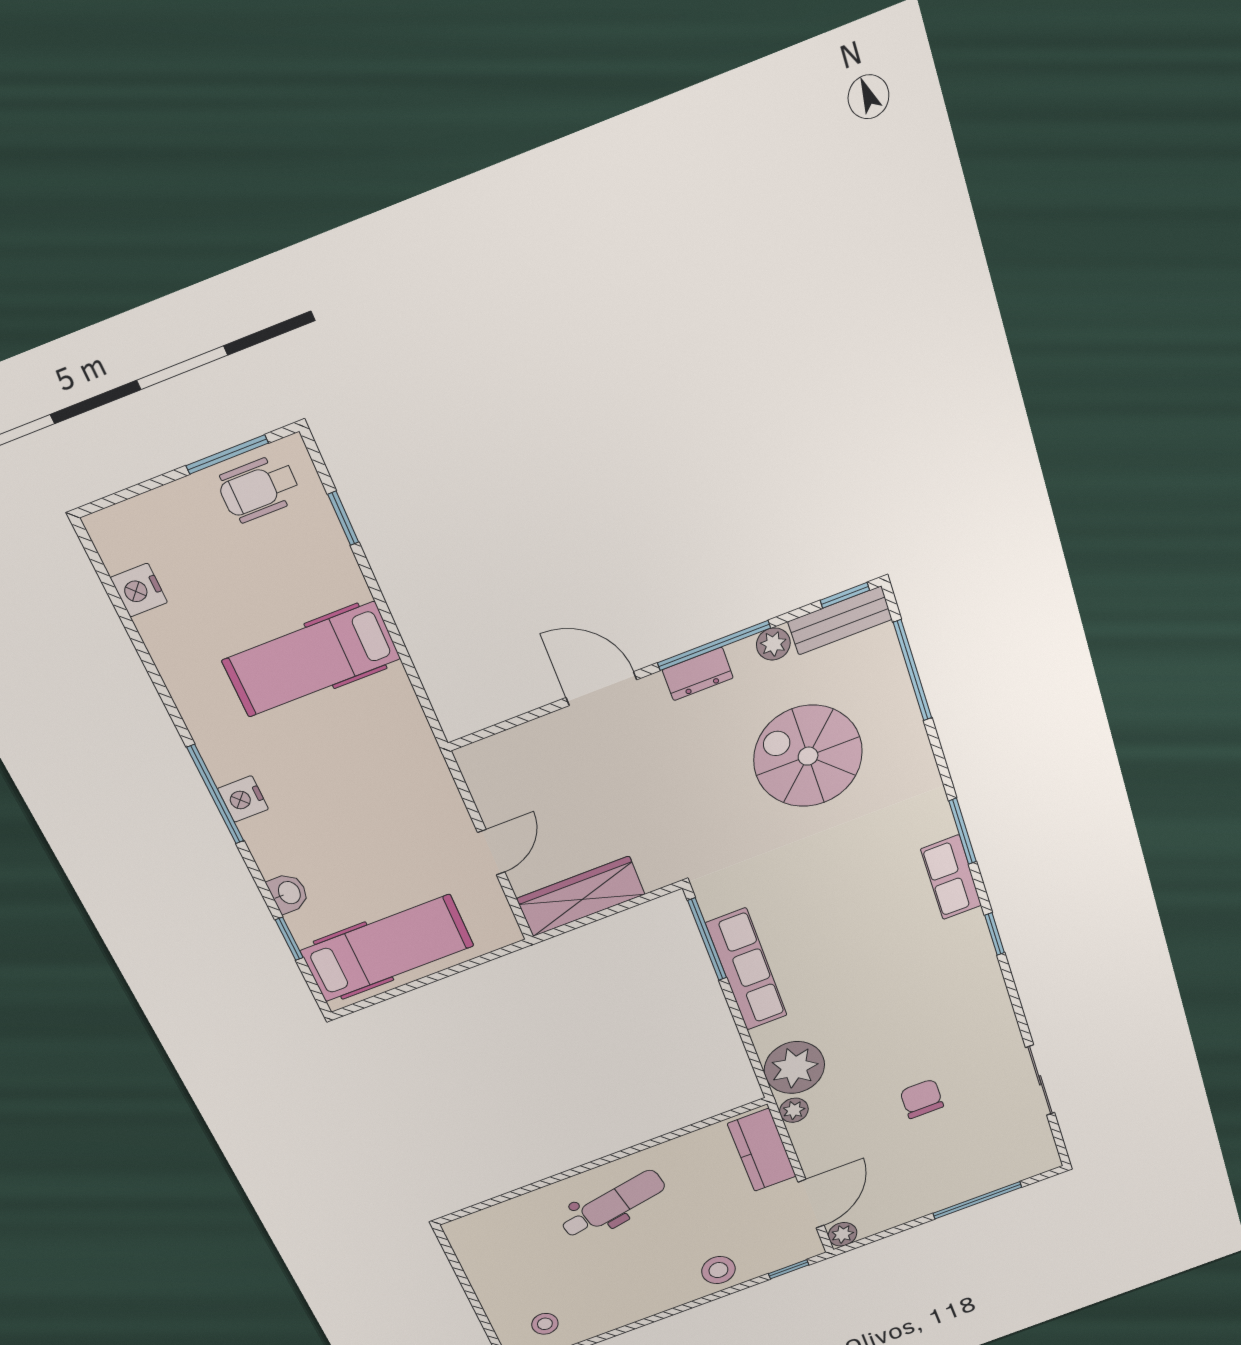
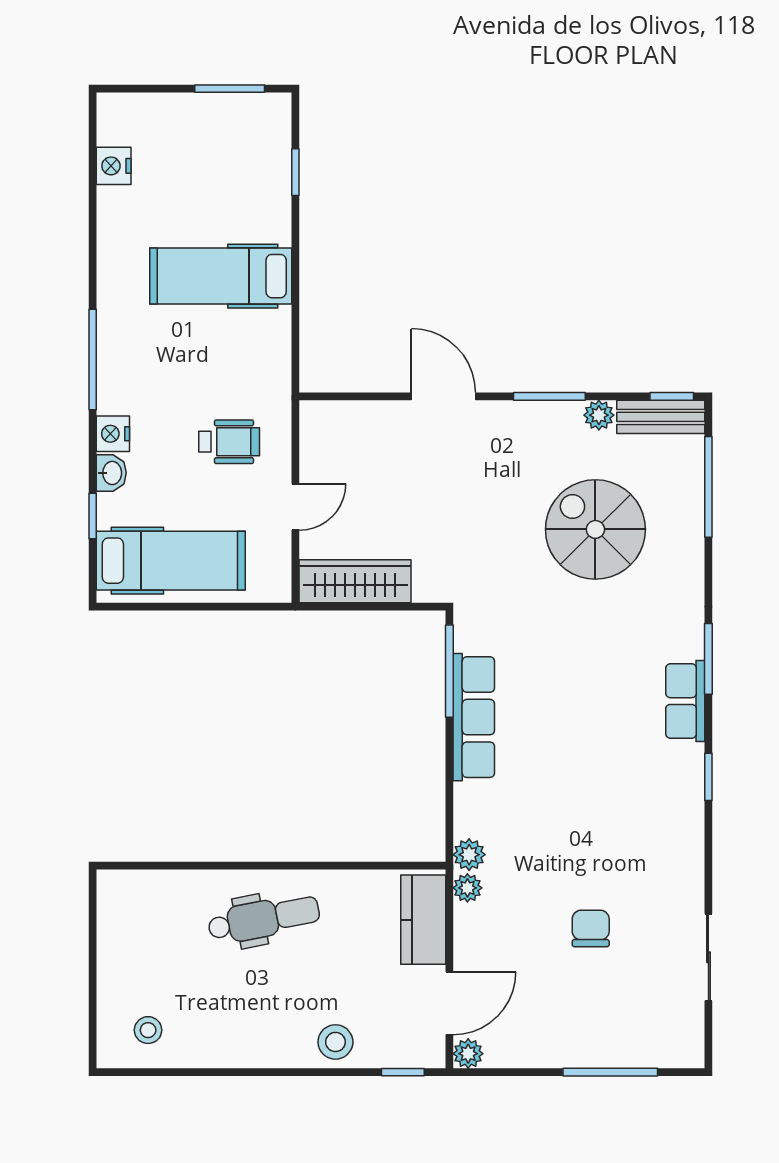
wheelchair: (259, 489) -> (229, 442), moved, turned 180
window: (714, 645) -> (549, 396), width x0.69
dresser: (698, 674) -> (527, 416), removed
nightstand: (243, 799) -> (113, 434), moved
plant: (794, 1068) -> (469, 855), width x0.53, depth x0.53

